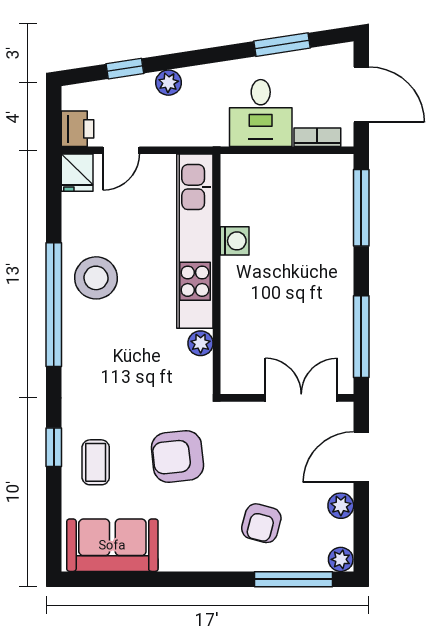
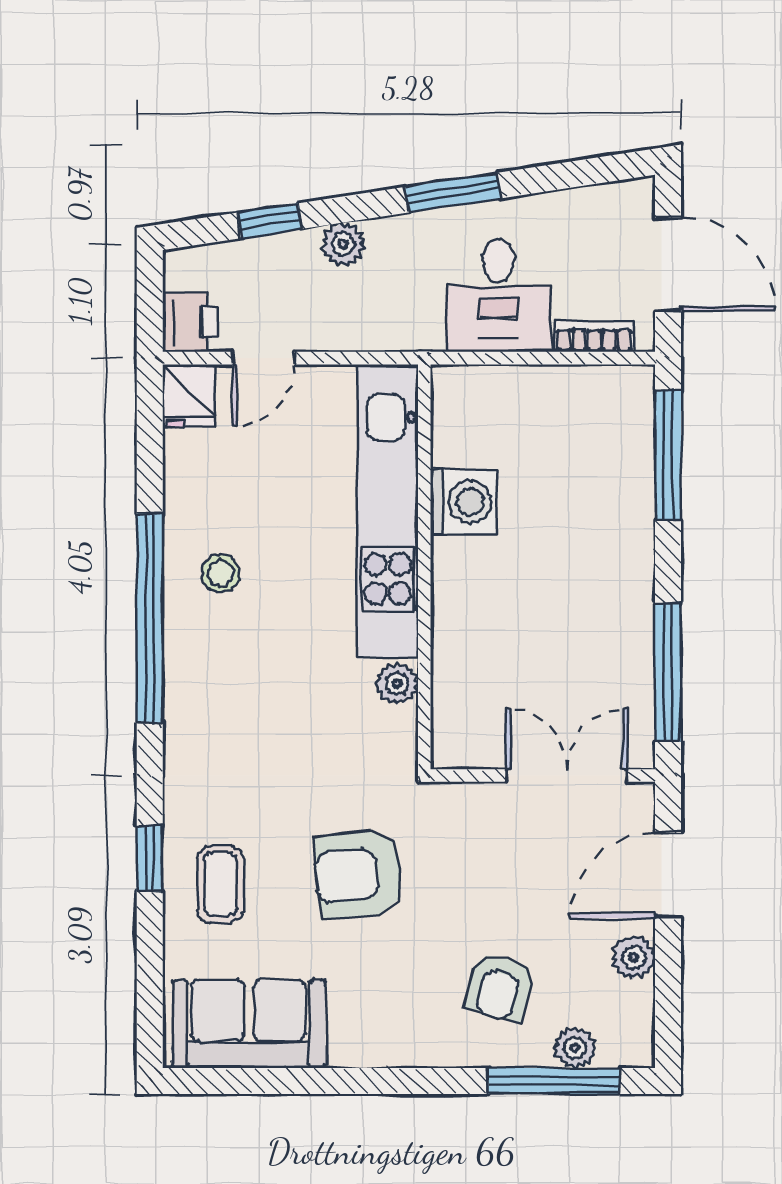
window: (282, 45) -> (453, 193), moved
washing machine: (235, 241) -> (464, 502), width x1.38, depth x1.38
stool: (96, 278) -> (221, 573), width x0.53, depth x0.53
plant: (341, 559) -> (575, 1048), moved

